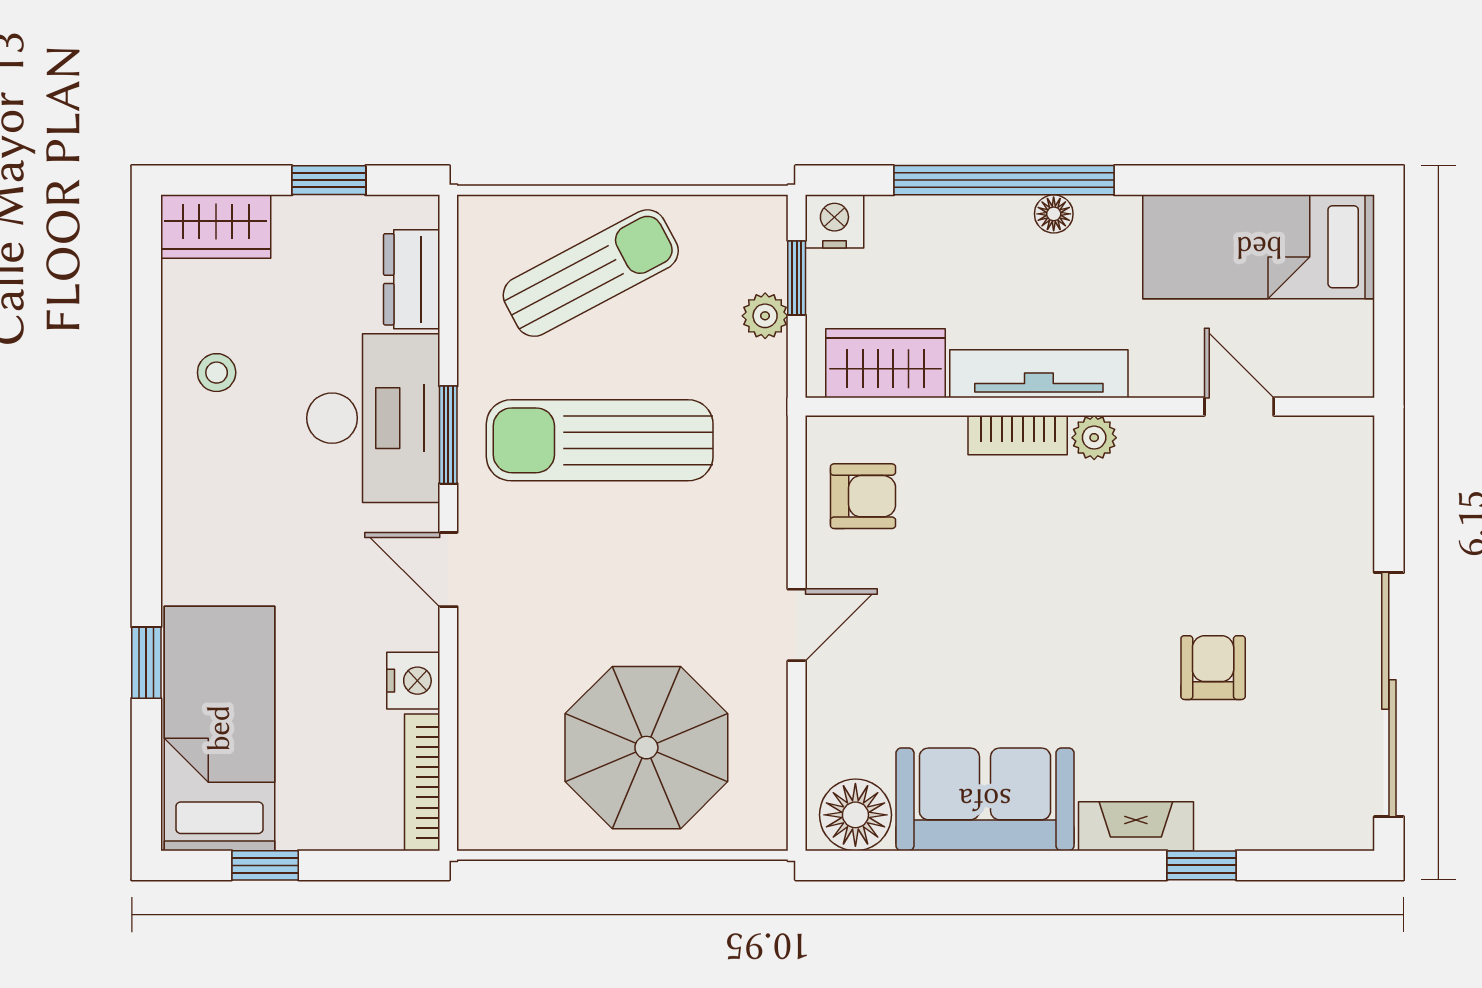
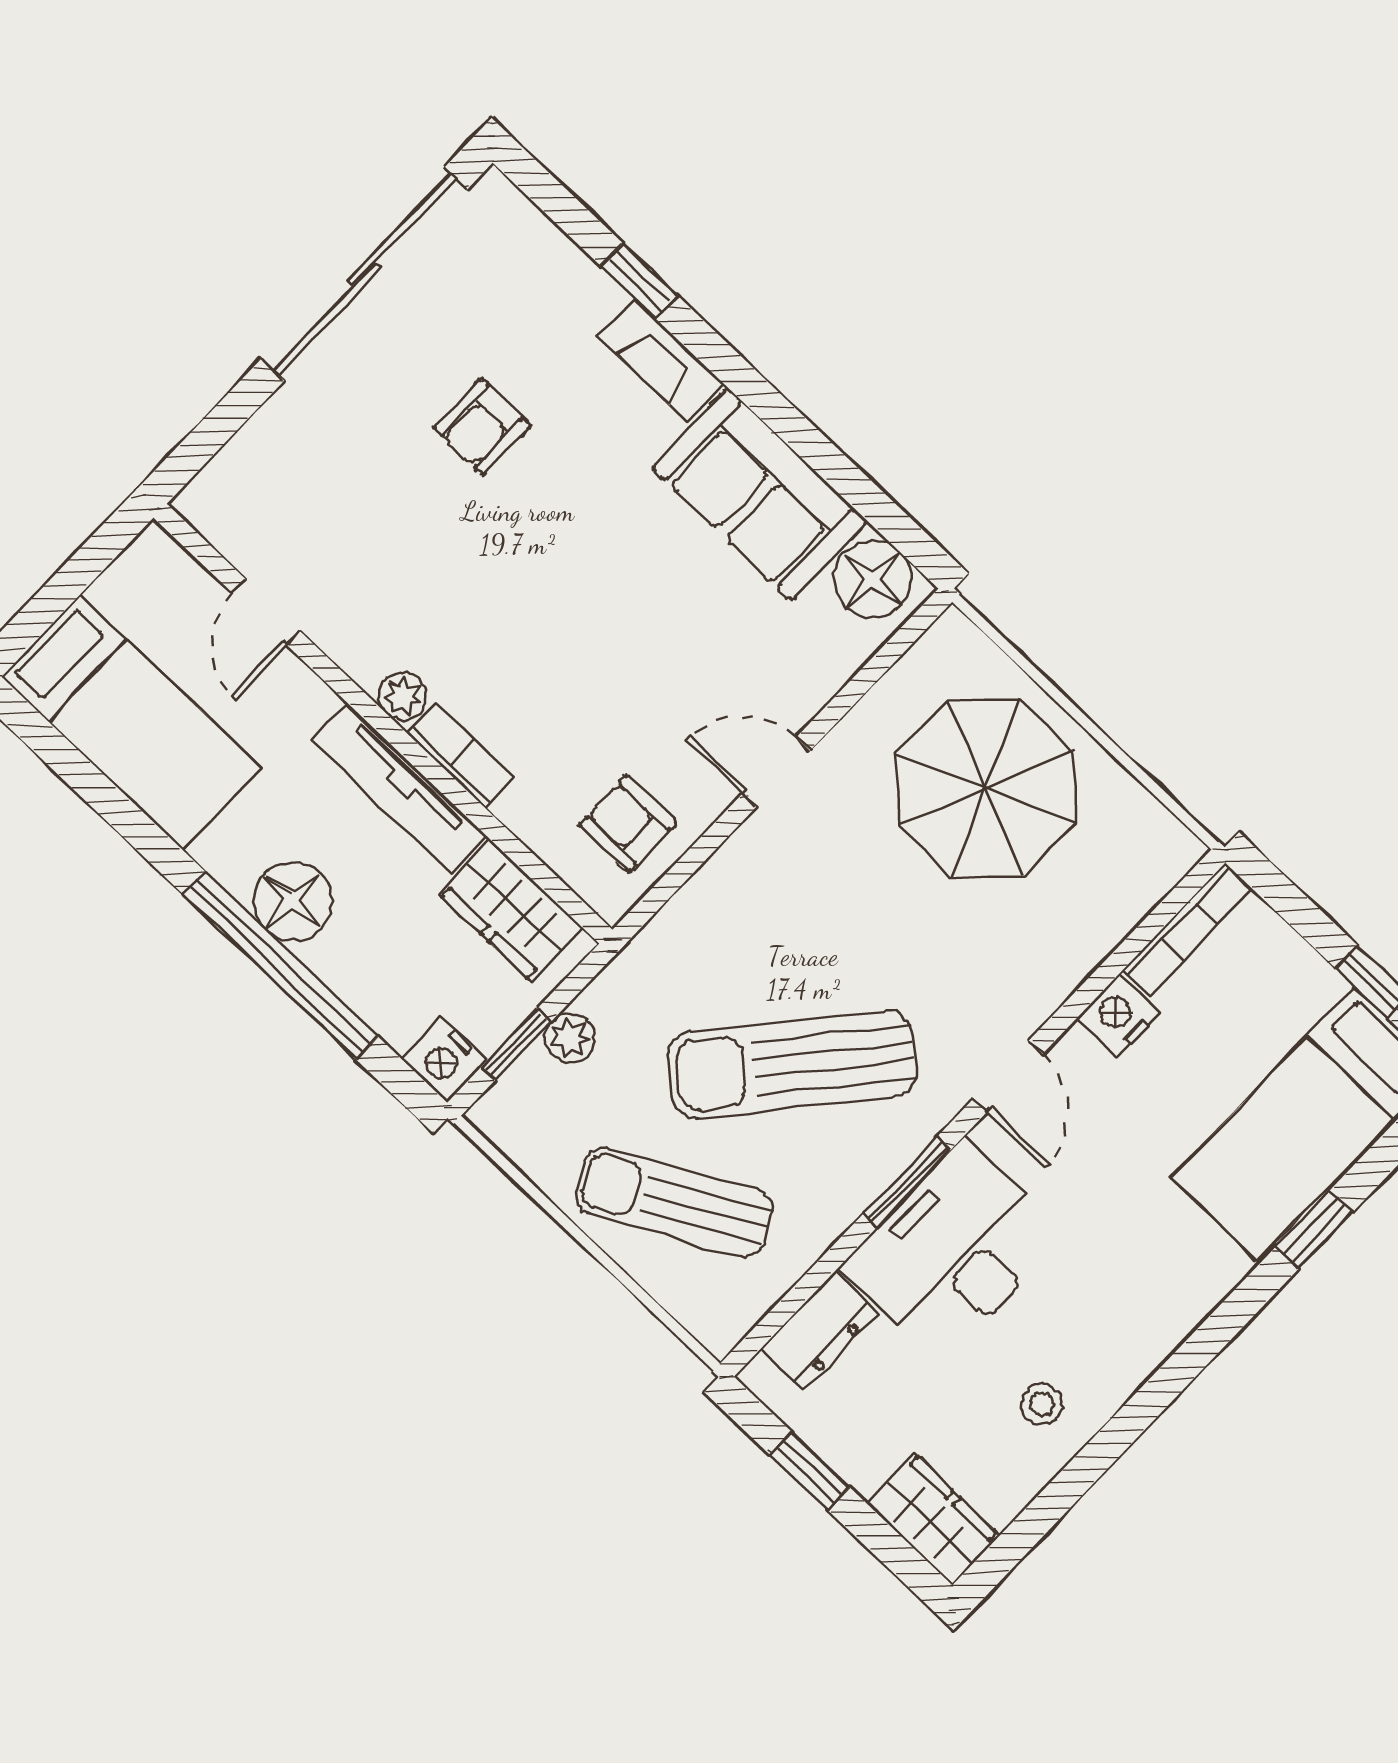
floor lamp: (1054, 214) -> (293, 901), width x1.89, depth x1.89
sun lounger: (600, 440) -> (792, 1064), turned 130

